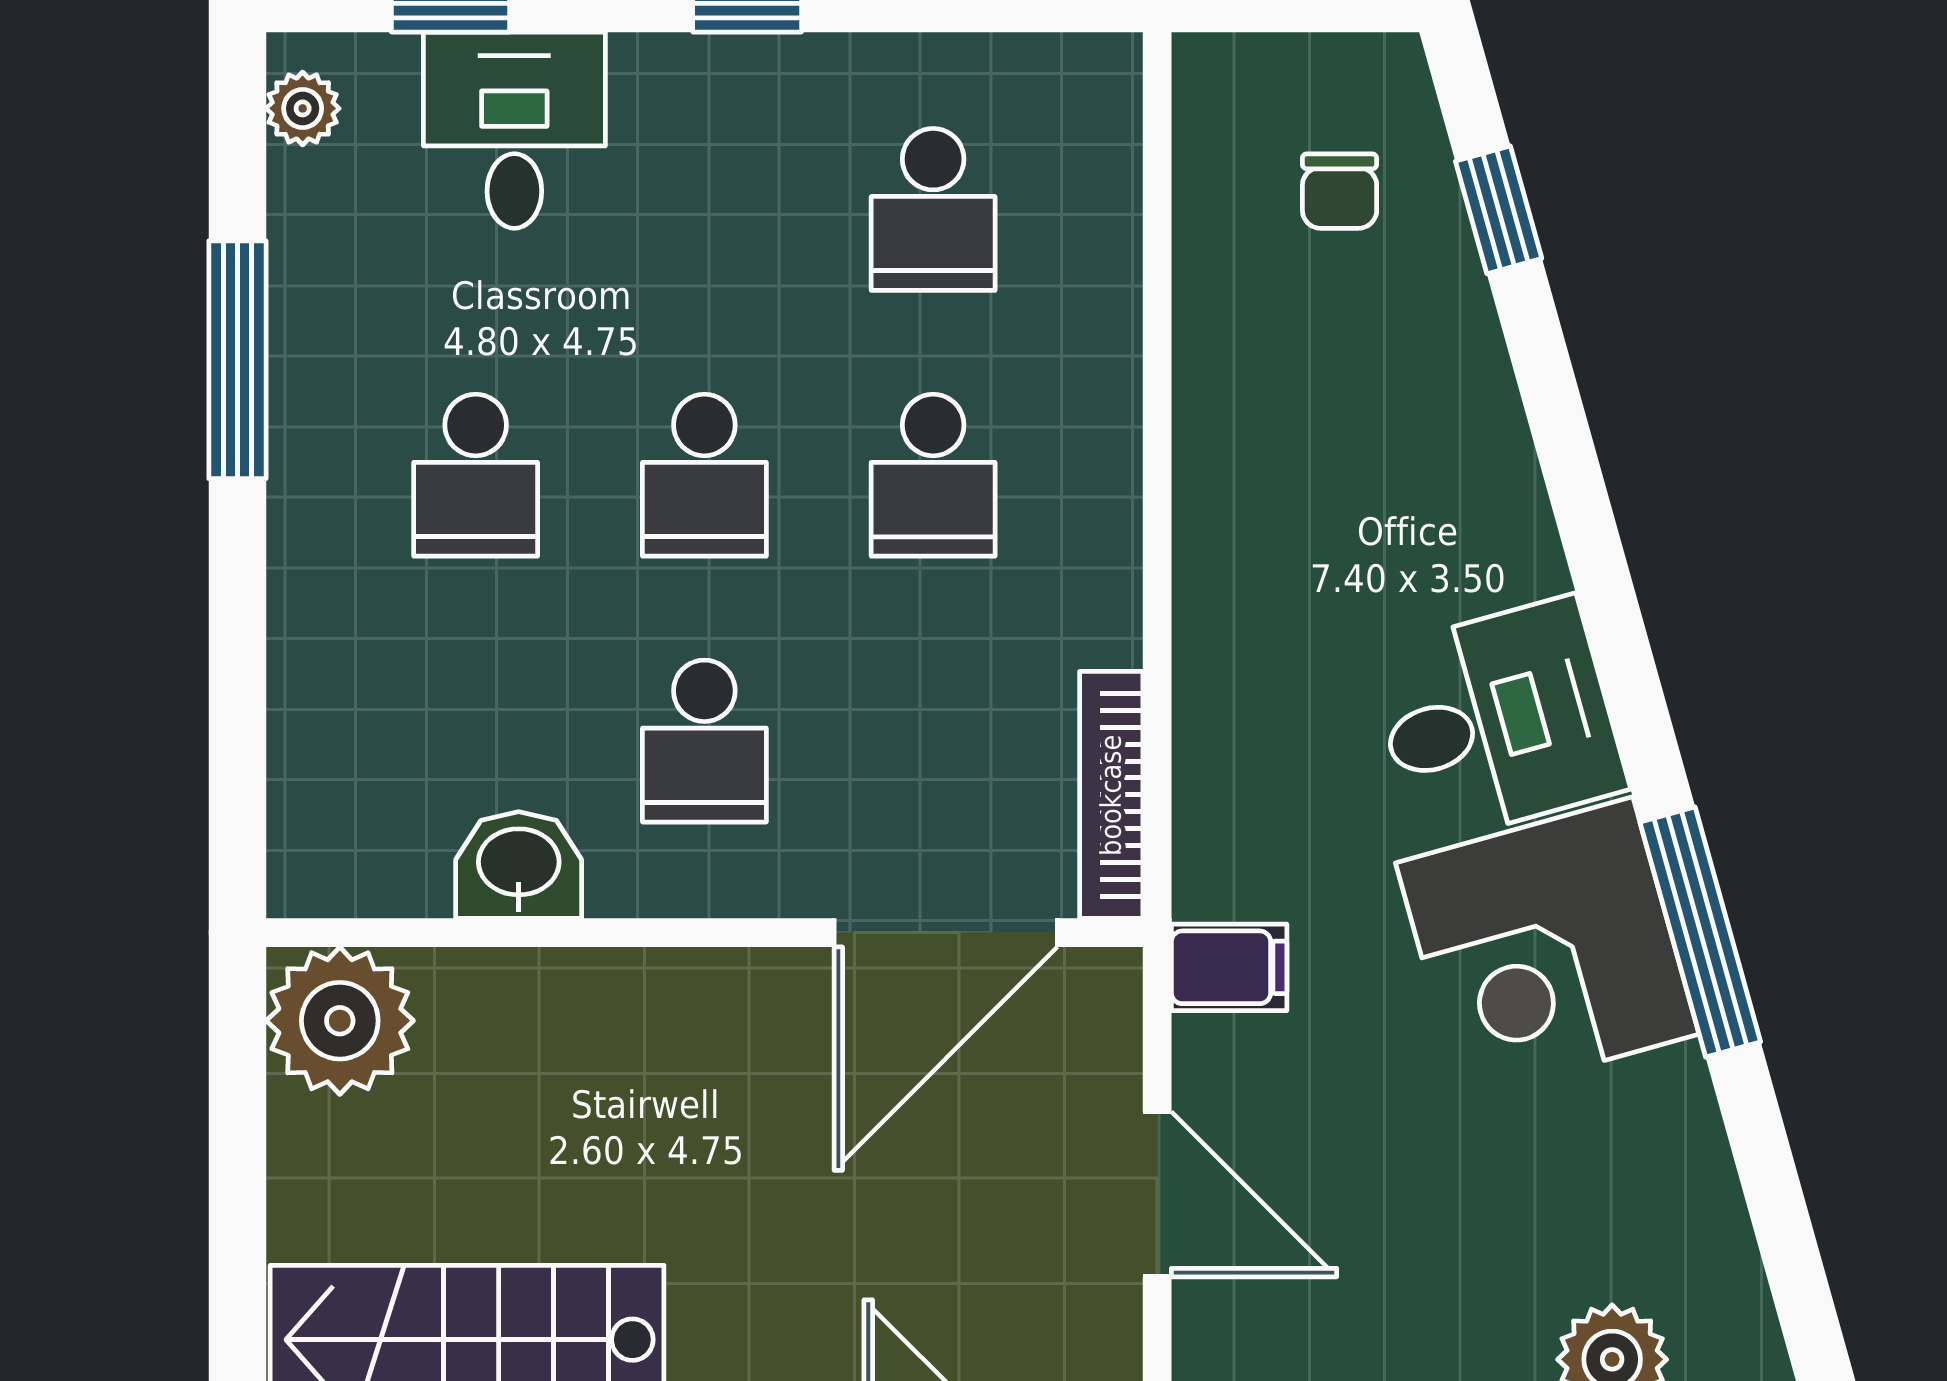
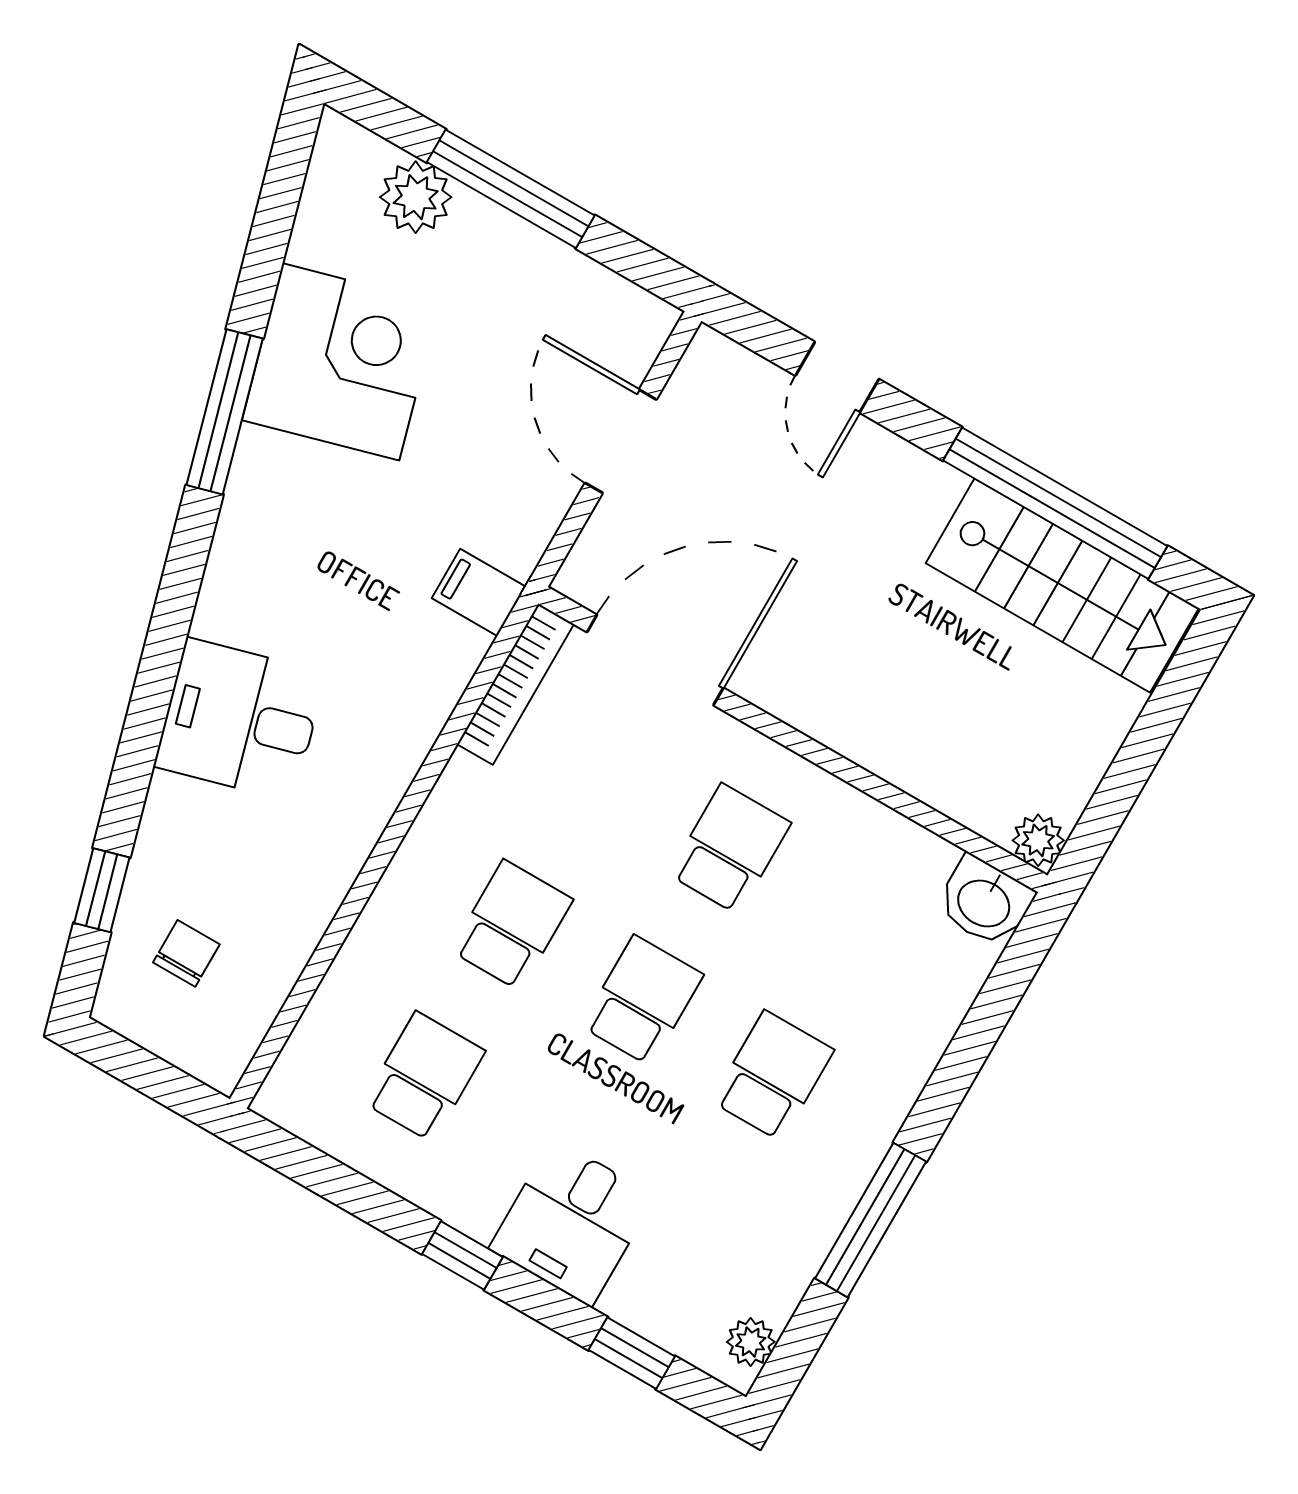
desk: (514, 130) -> (572, 1222), moved
desk: (1497, 721) -> (240, 720), moved
washbasin: (519, 865) -> (985, 902), moved
corner desk: (1547, 948) -> (341, 362), moved
filing cabinet: (1229, 967) -> (479, 592), moved
plant: (340, 1021) -> (1038, 840), width x0.53, depth x0.53

